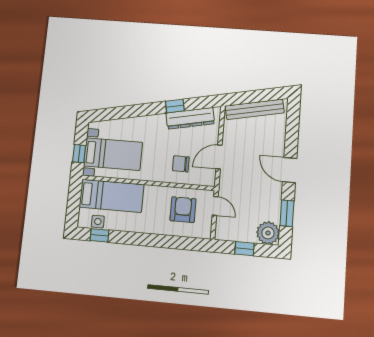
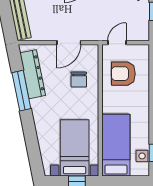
window: (175, 106) -> (21, 91), width x2.17
door: (219, 157) -> (69, 43), hinge flipped

